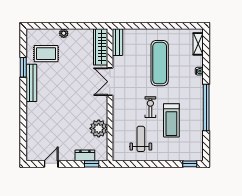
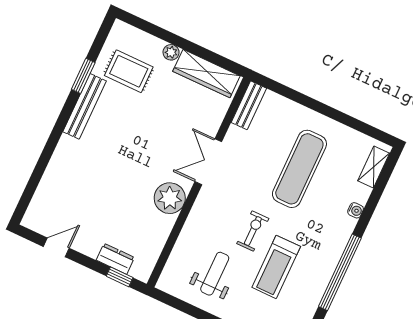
wardrobe: (101, 47) -> (206, 74), moved, turned -90
plant: (99, 128) -> (170, 198), moved

